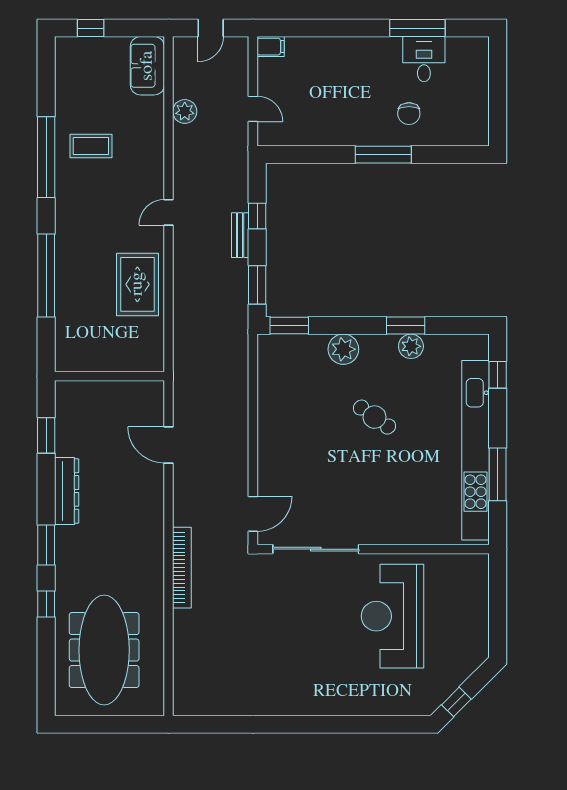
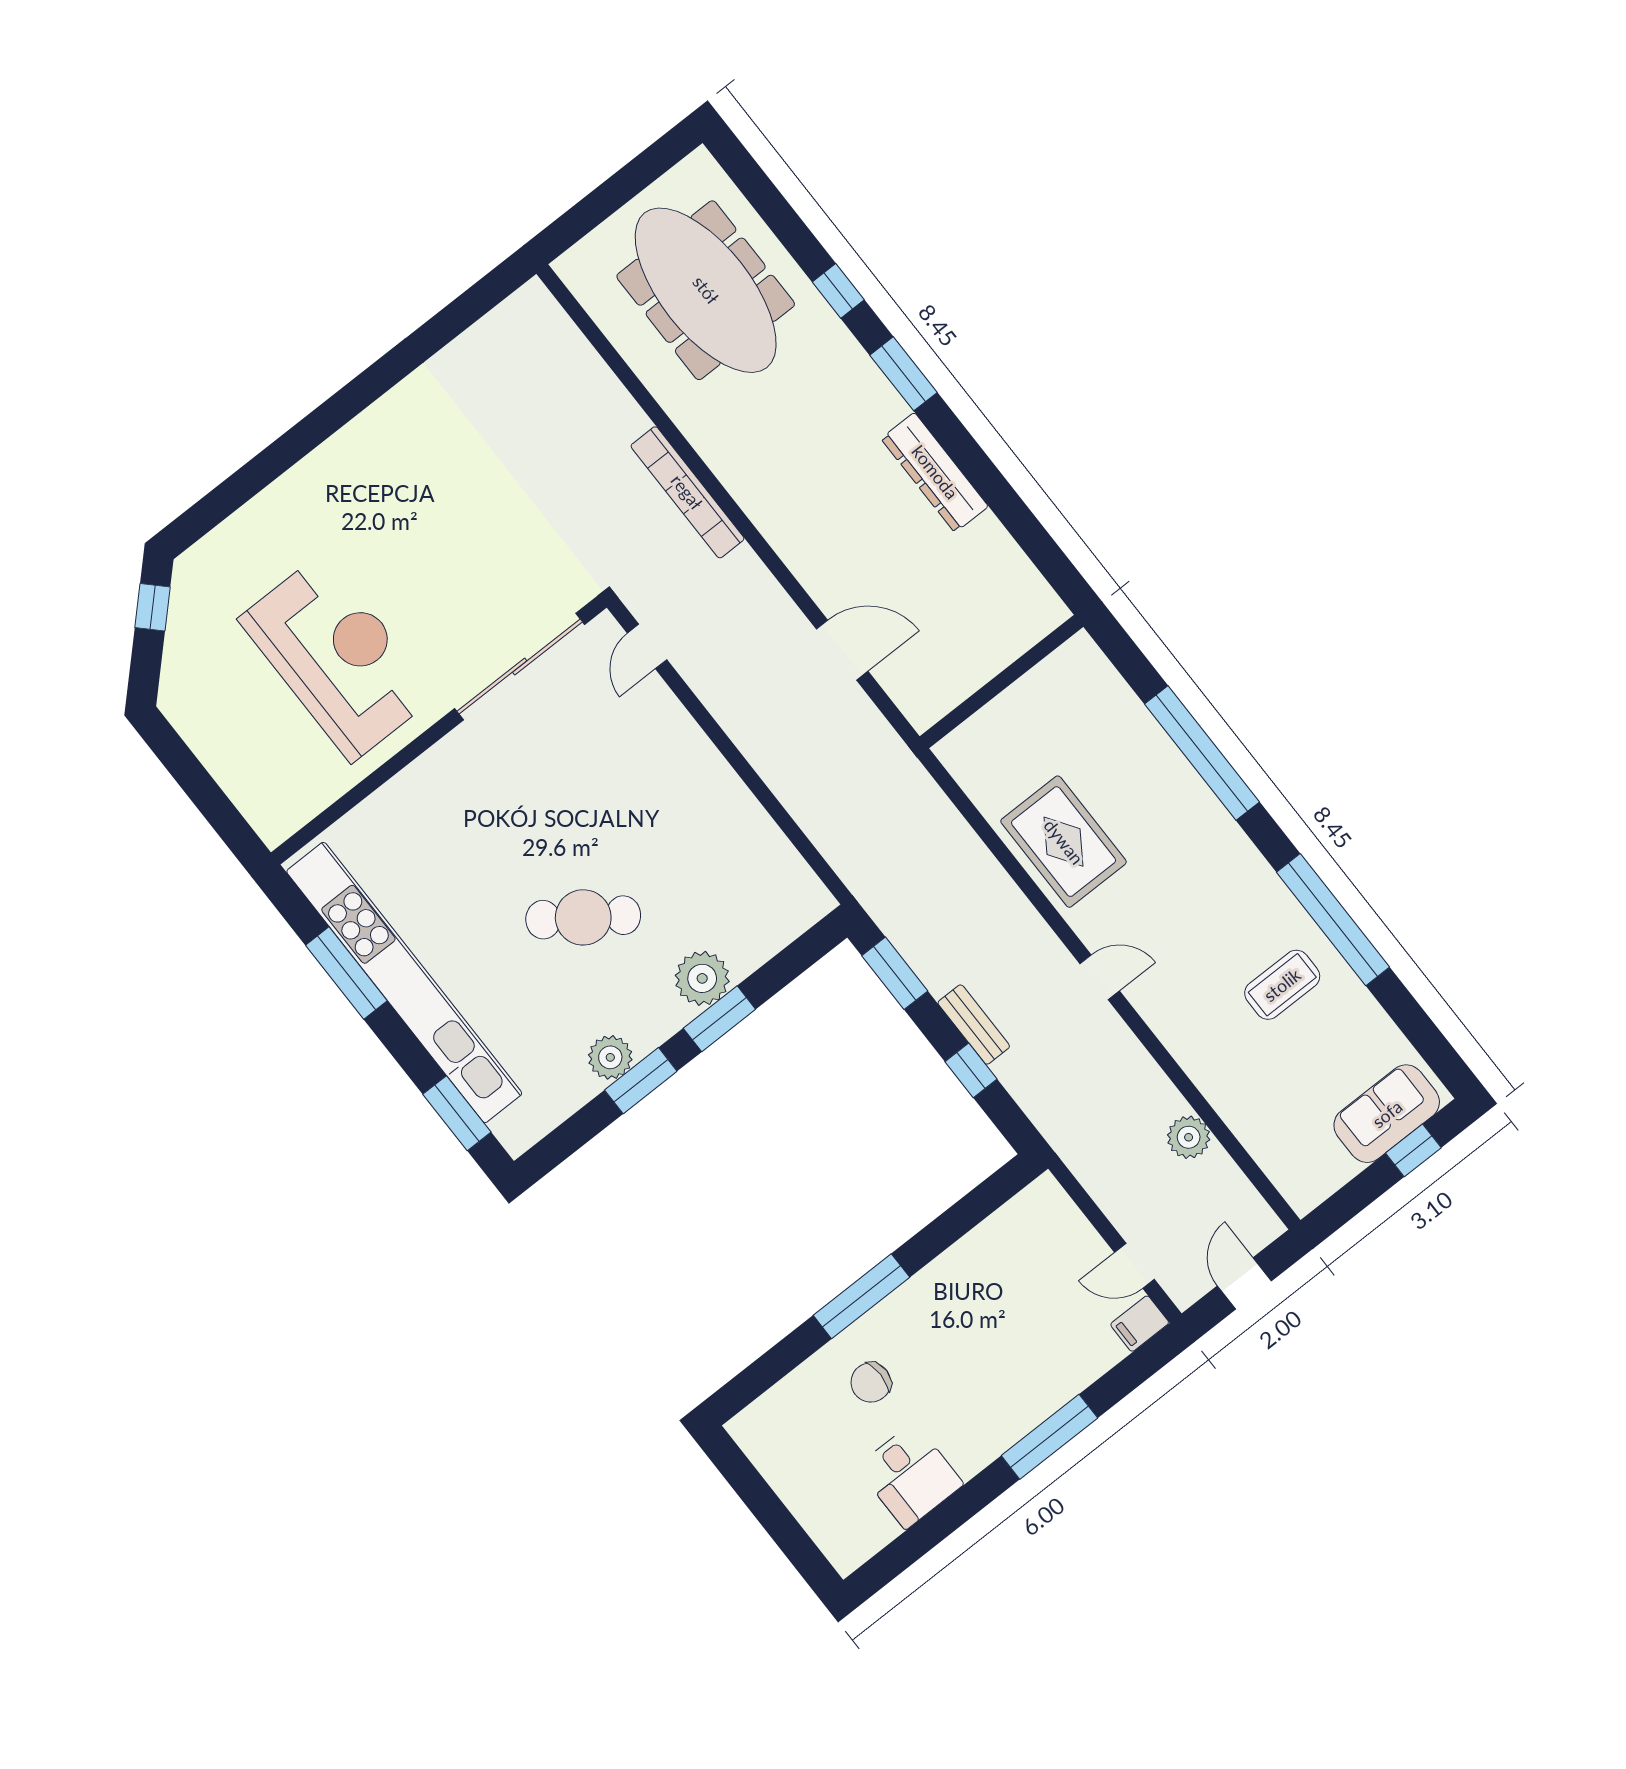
window: (417, 28) -> (1049, 1437), moved
sofa: (147, 66) -> (1387, 1114), moved, turned -90
door: (253, 109) -> (1134, 1266), moved
chair: (409, 114) -> (871, 1382), turned -90
door: (168, 212) -> (1100, 977), hinge flipped
window: (289, 326) -> (719, 1019), moved
window: (498, 375) -> (457, 1113), width x1.50
cafe table: (375, 417) -> (583, 917), width x1.37, depth x1.35
window: (46, 435) -> (1025, 528), removed
door: (253, 514) -> (647, 646), width x0.73

